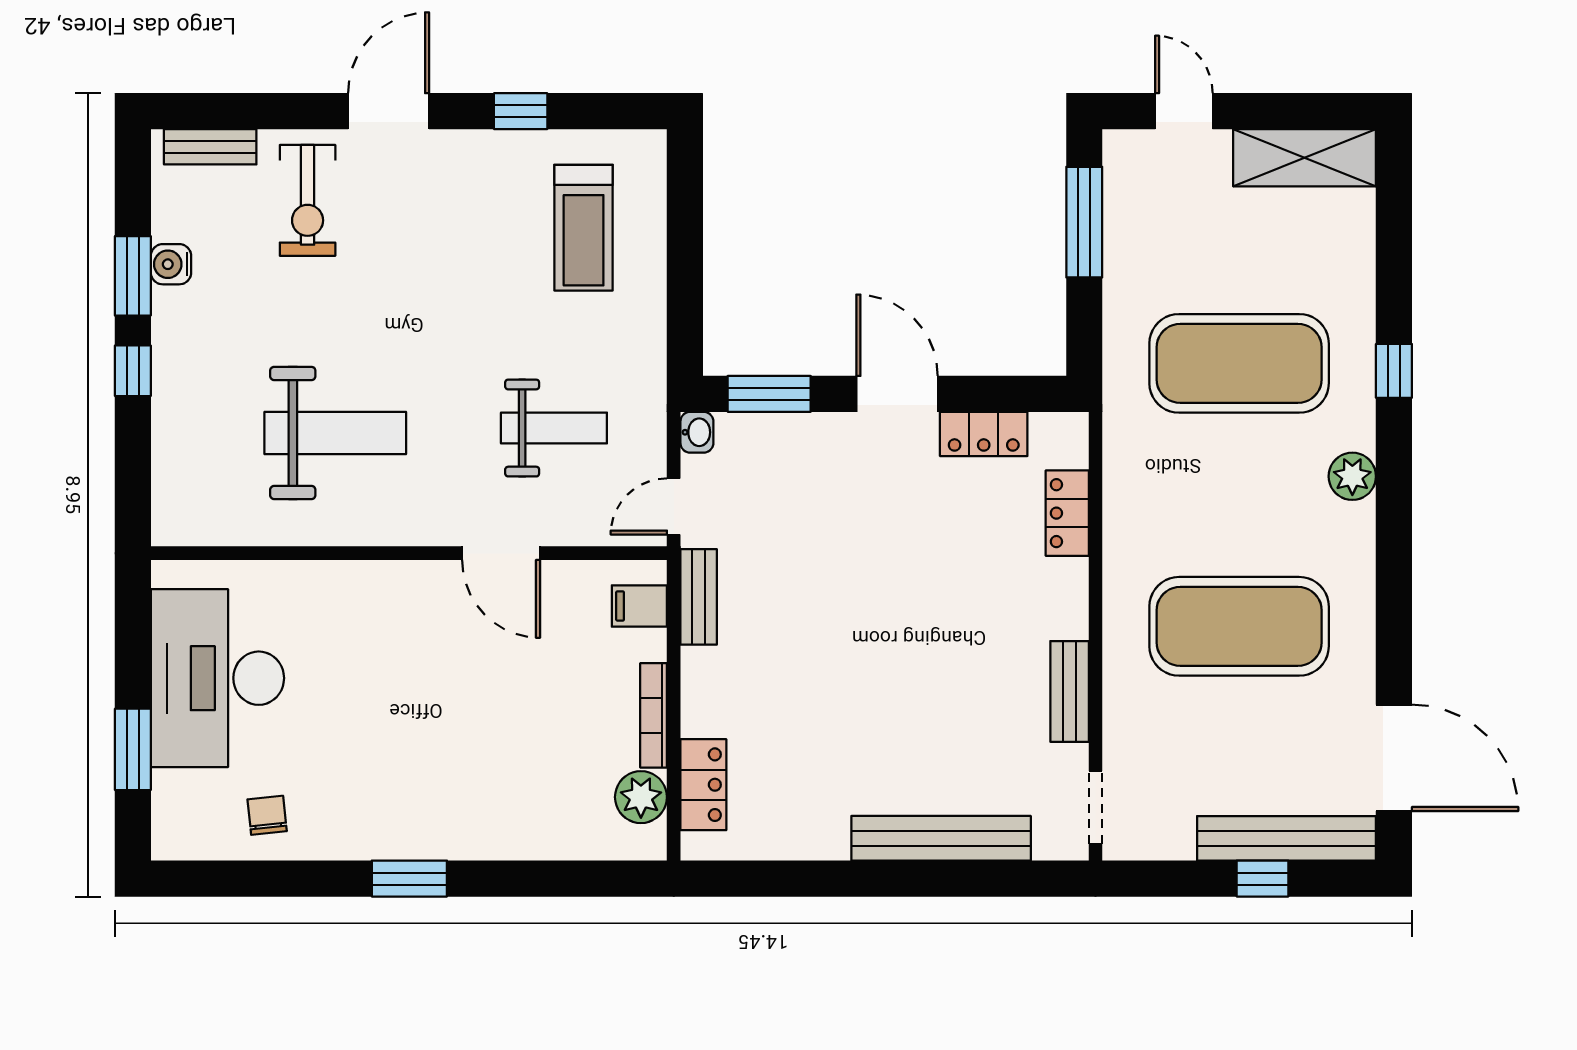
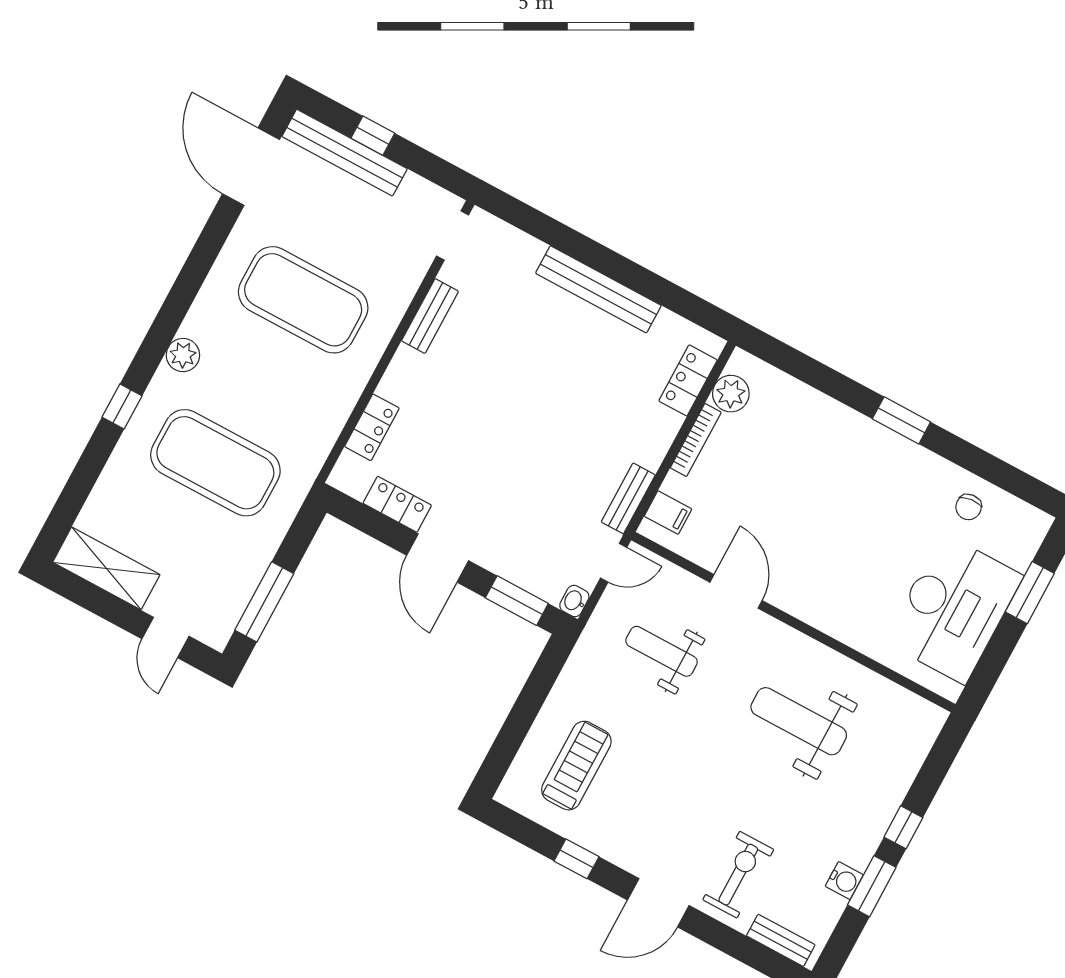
bench: (941, 838) -> (598, 289), moved

